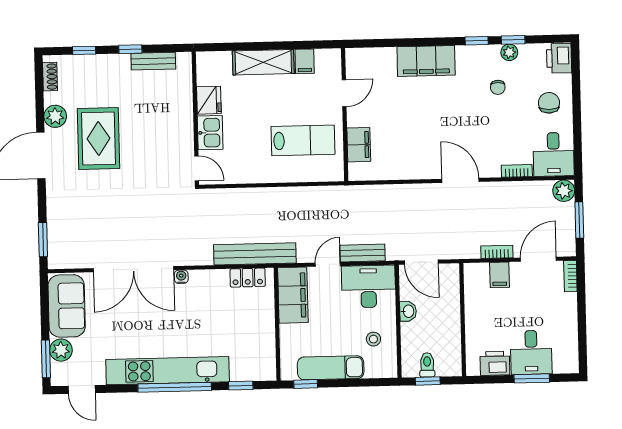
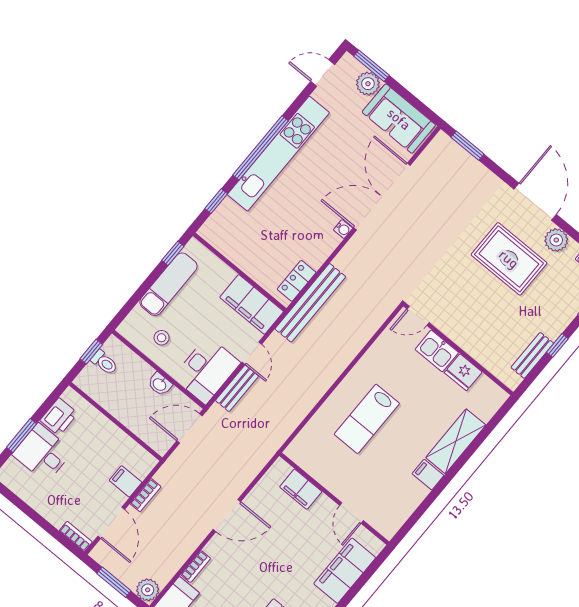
door: (344, 93) -> (351, 513), moved
wall: (345, 115) -> (334, 499), moved
filing cabinet: (359, 145) -> (301, 489), moved

